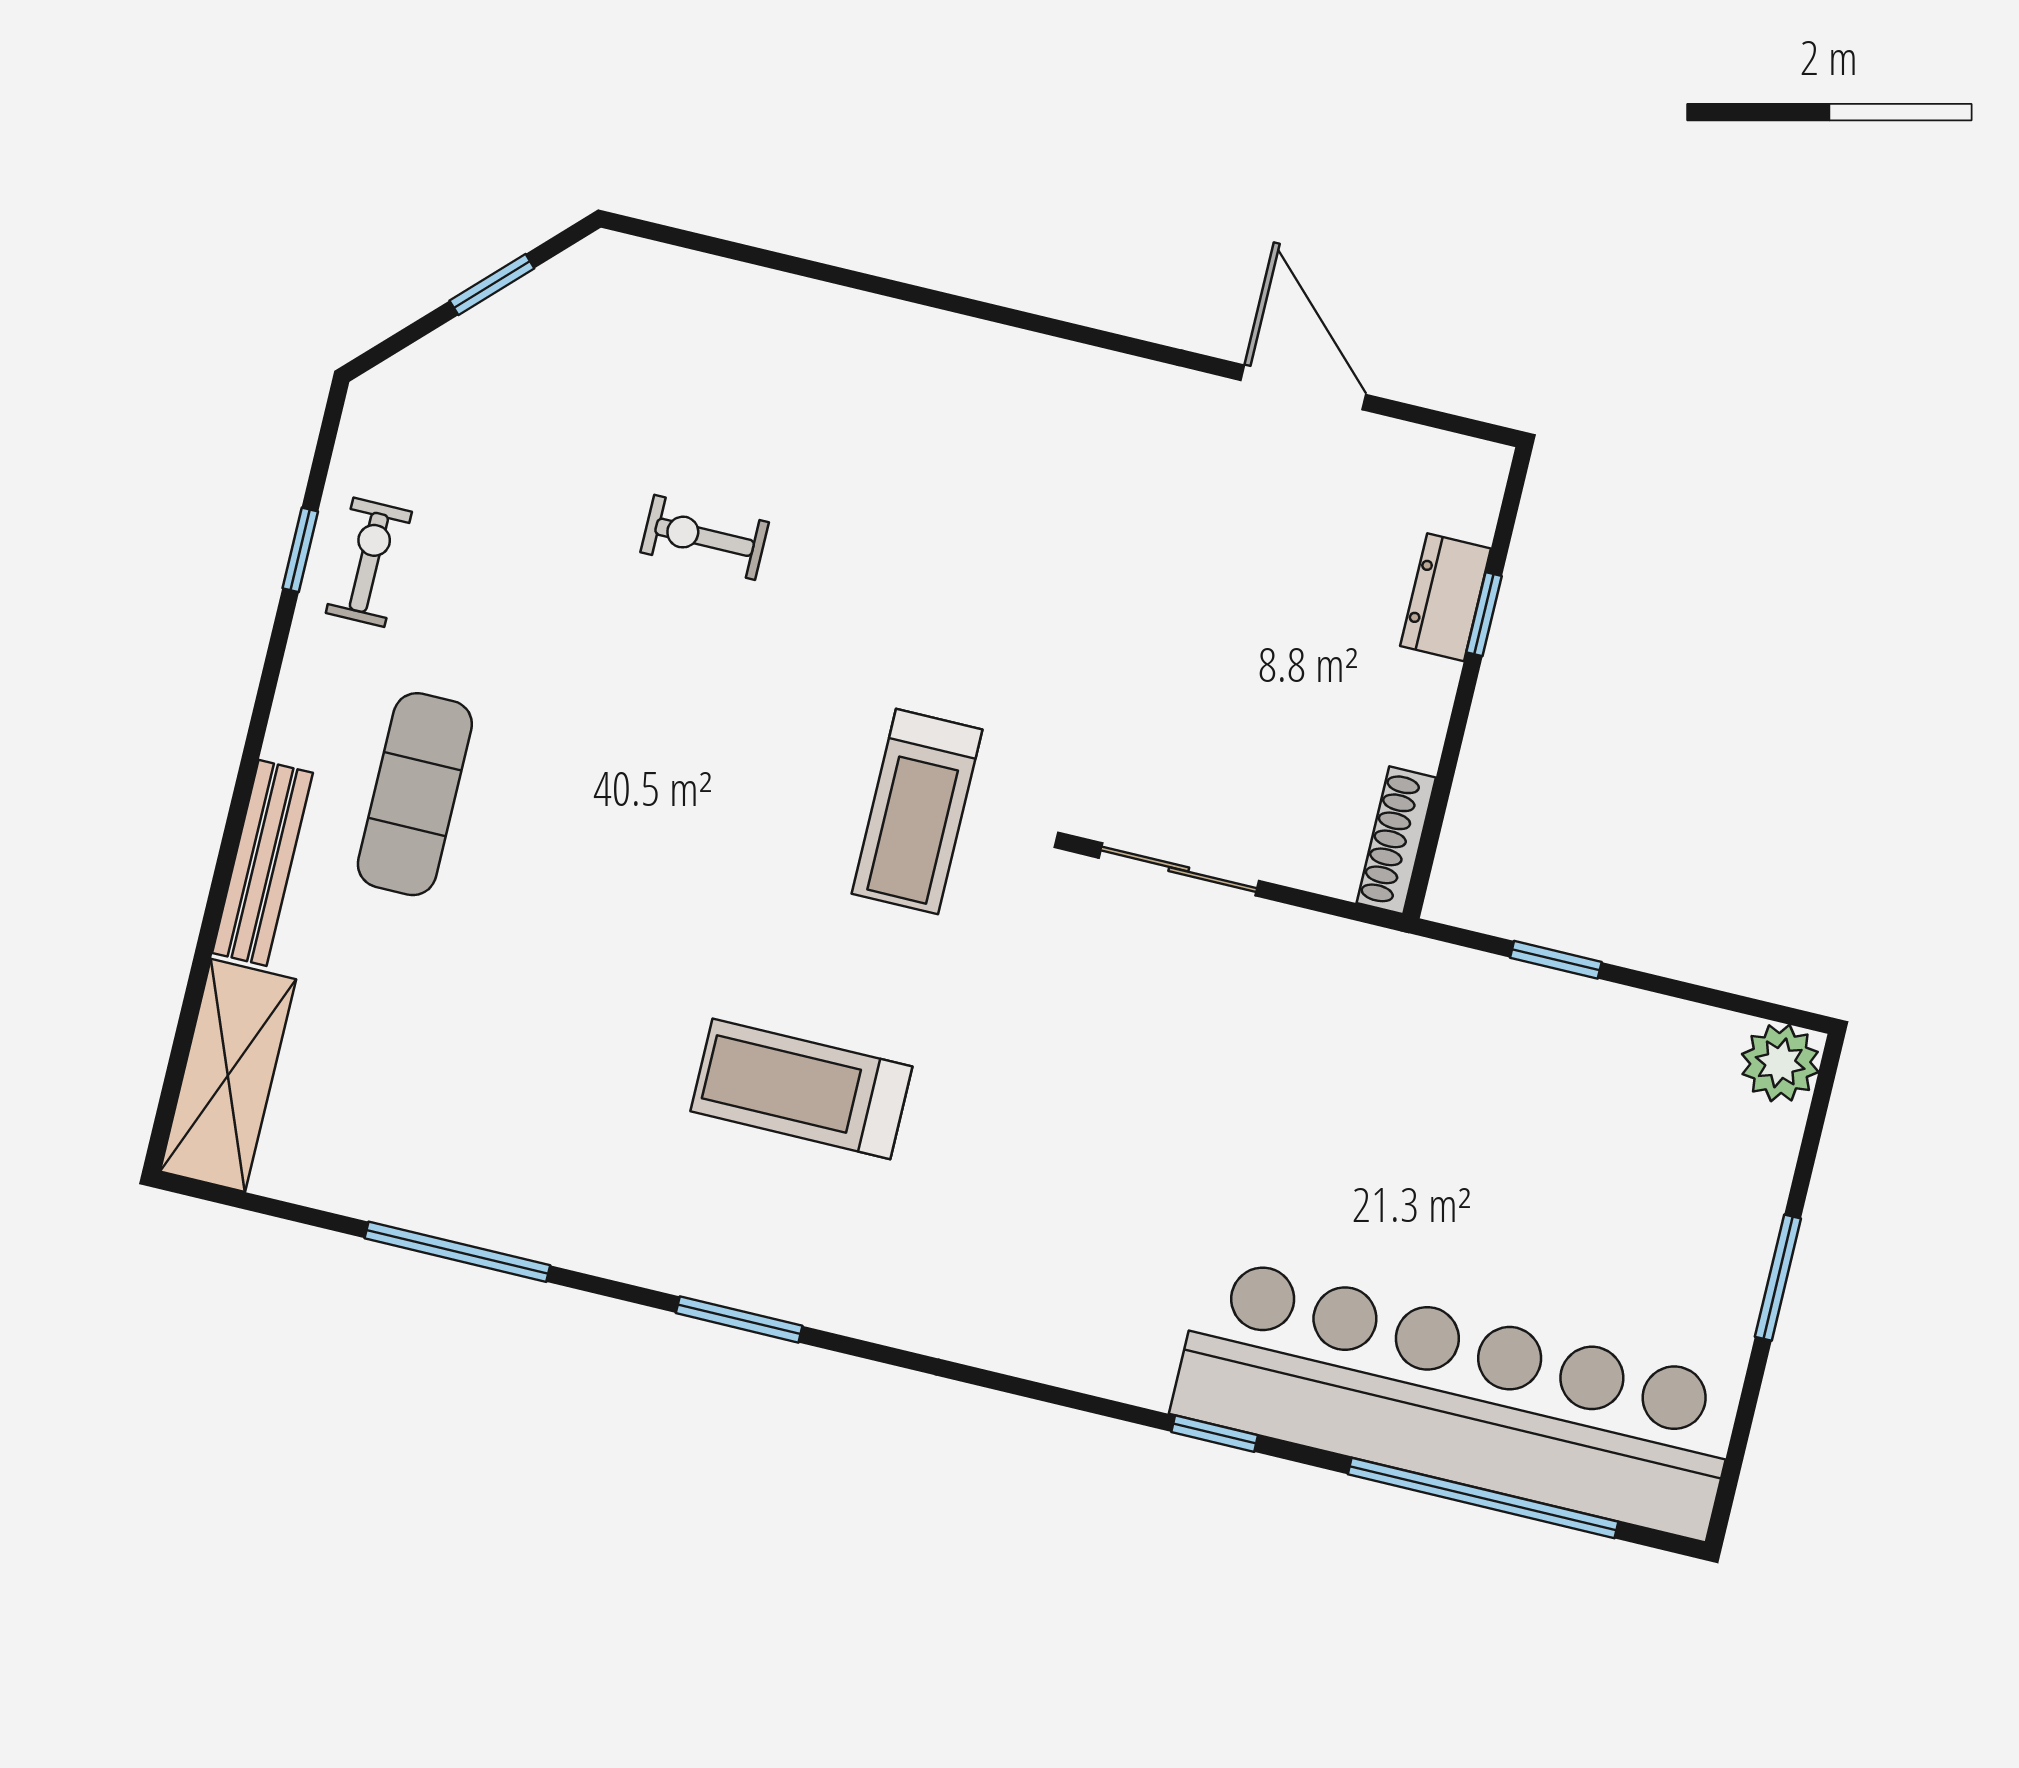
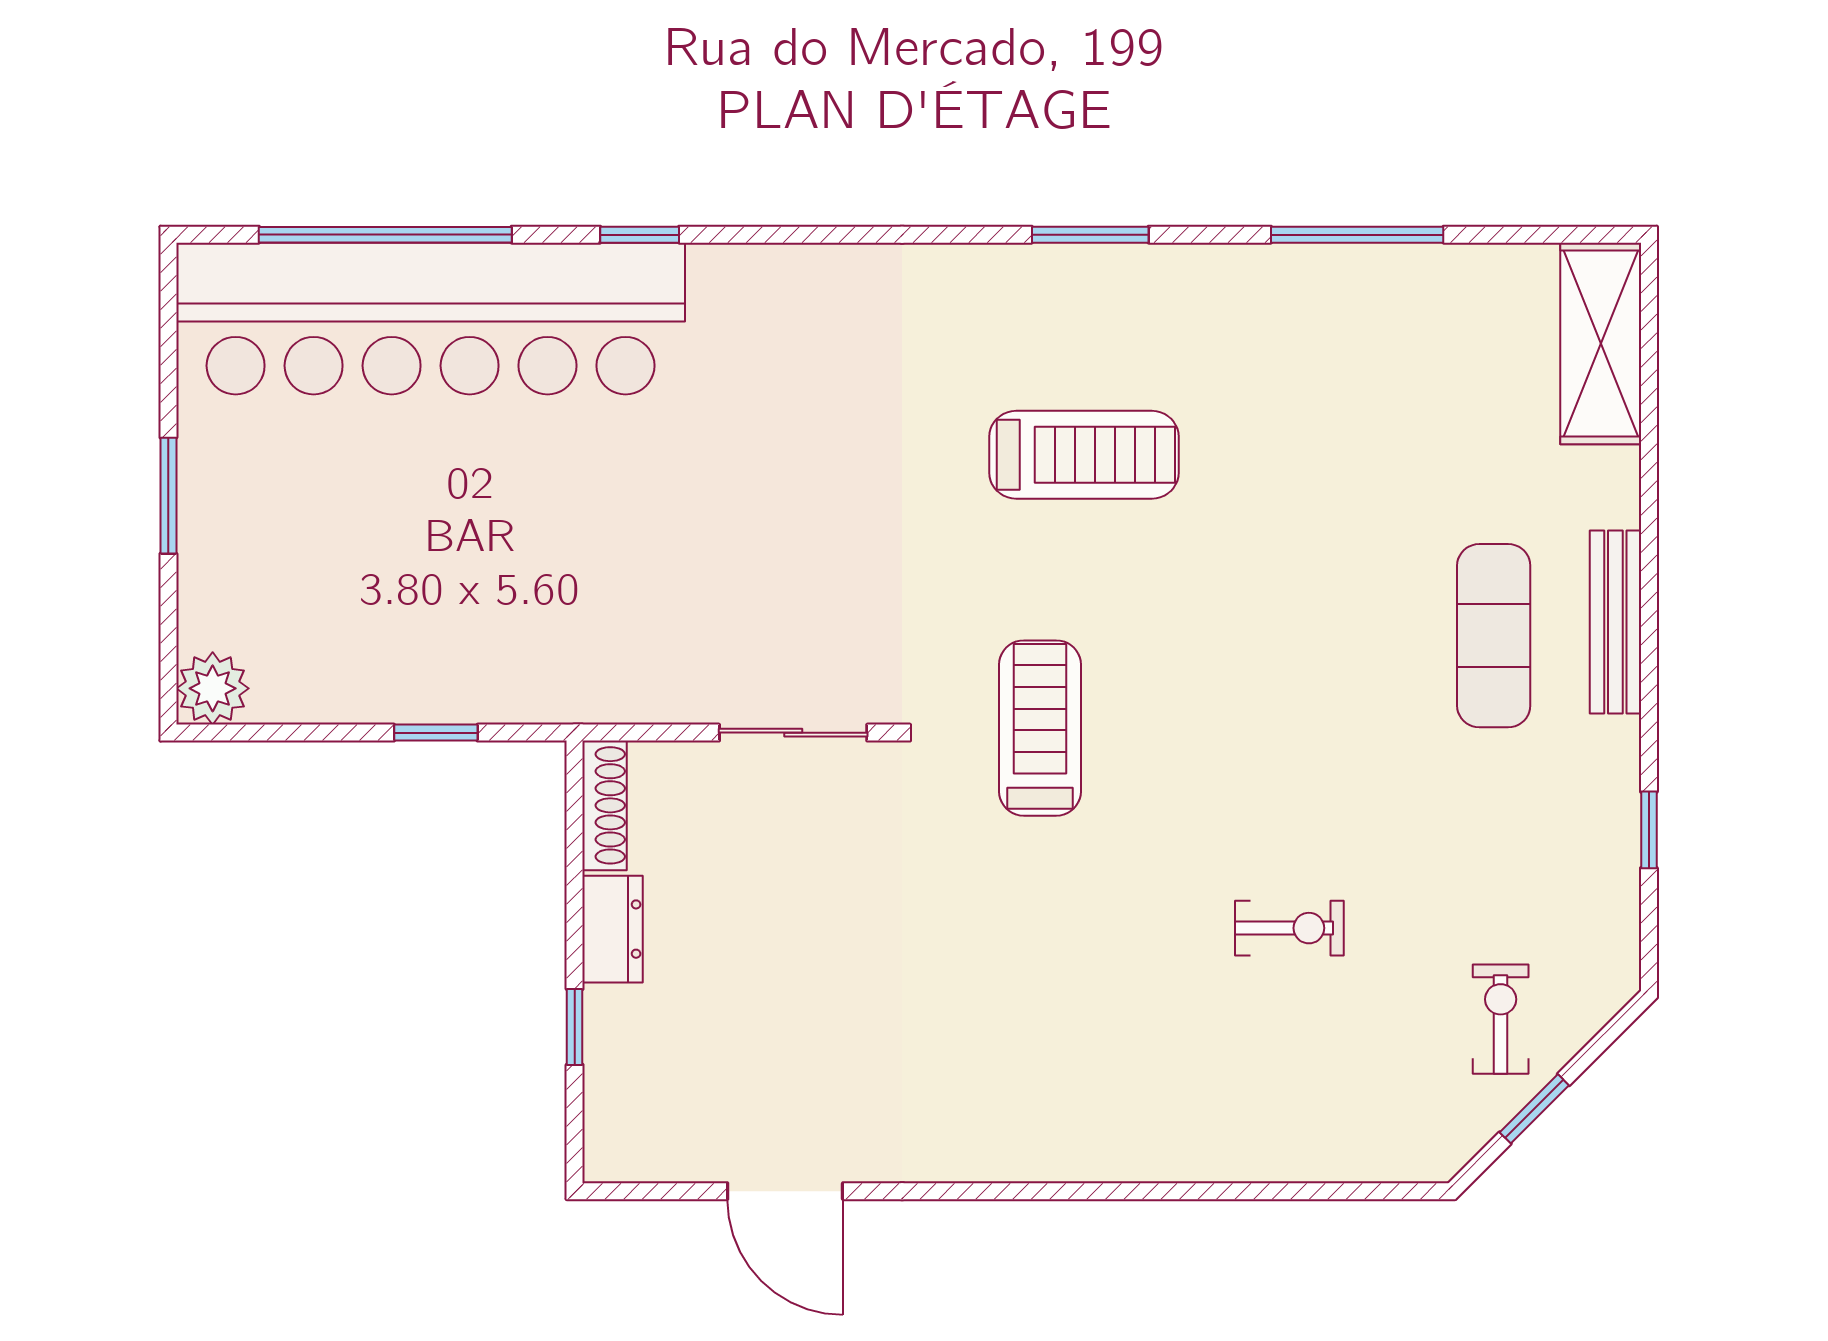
exercise bike: (369, 562) -> (1501, 1019), moved, turned 180
dresser: (1446, 597) -> (613, 929), moved
bench: (263, 863) -> (1615, 622), moved

